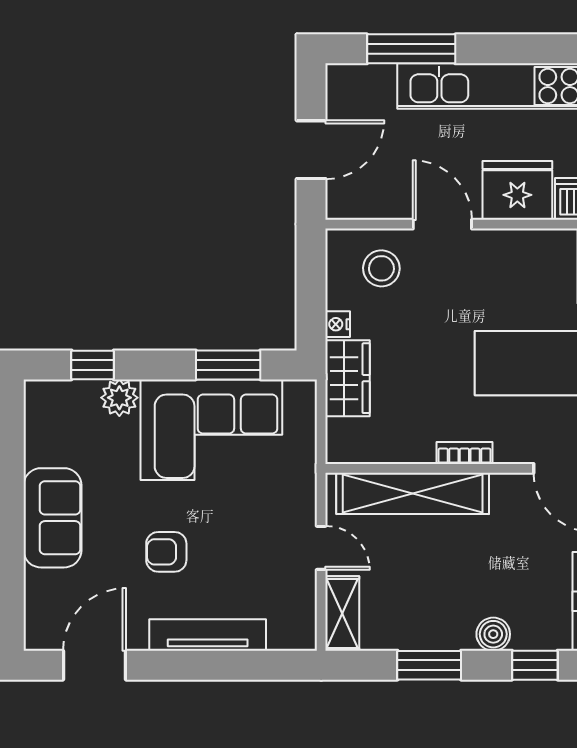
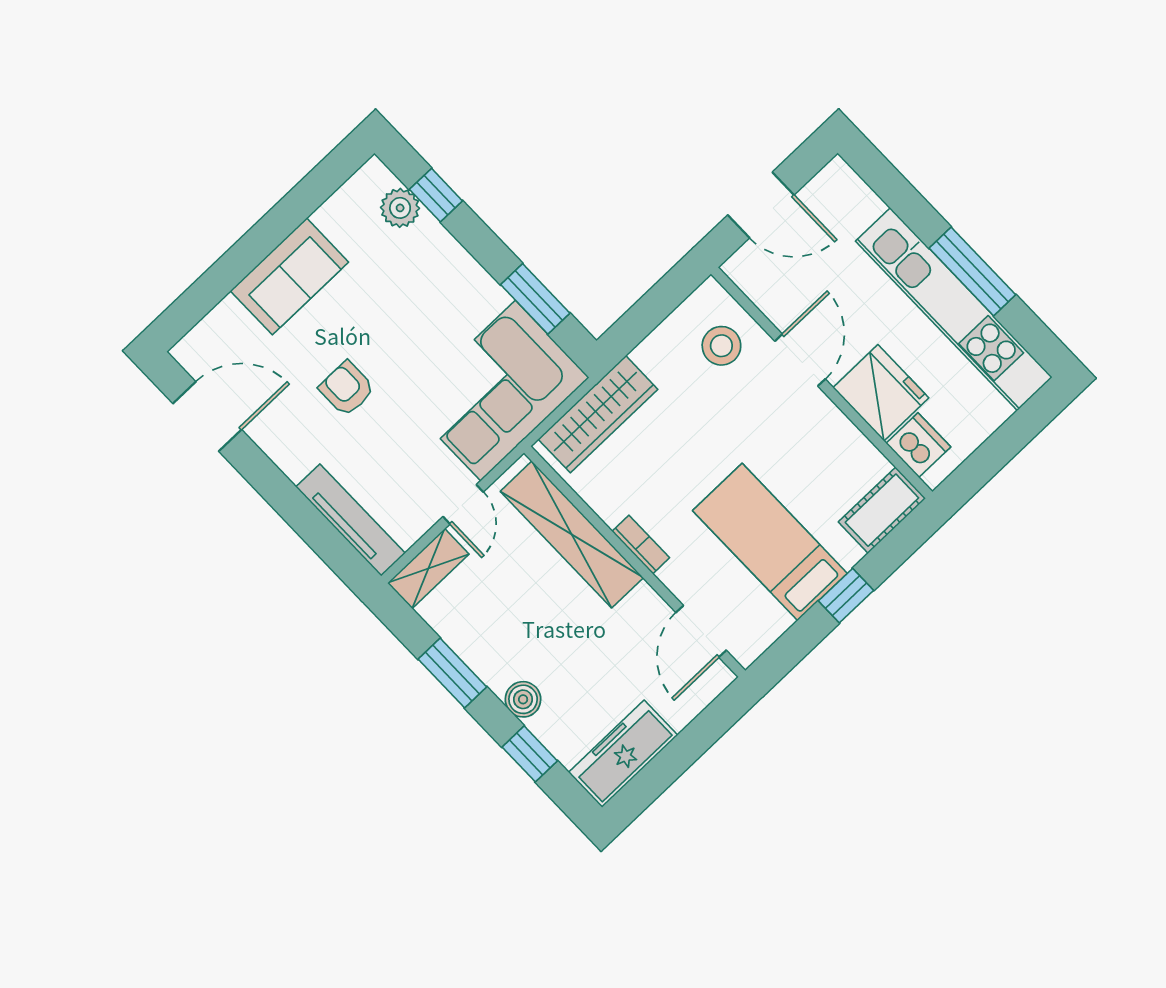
window: (411, 49) -> (972, 271), moved
nightstand: (338, 324) -> (647, 353), removed
wardrobe: (348, 378) -> (598, 414), width x1.50
plant: (119, 398) -> (400, 208), moved
corner sofa: (211, 430) -> (498, 391), moved, turned 90
tv unit: (208, 635) -> (350, 520), moved

